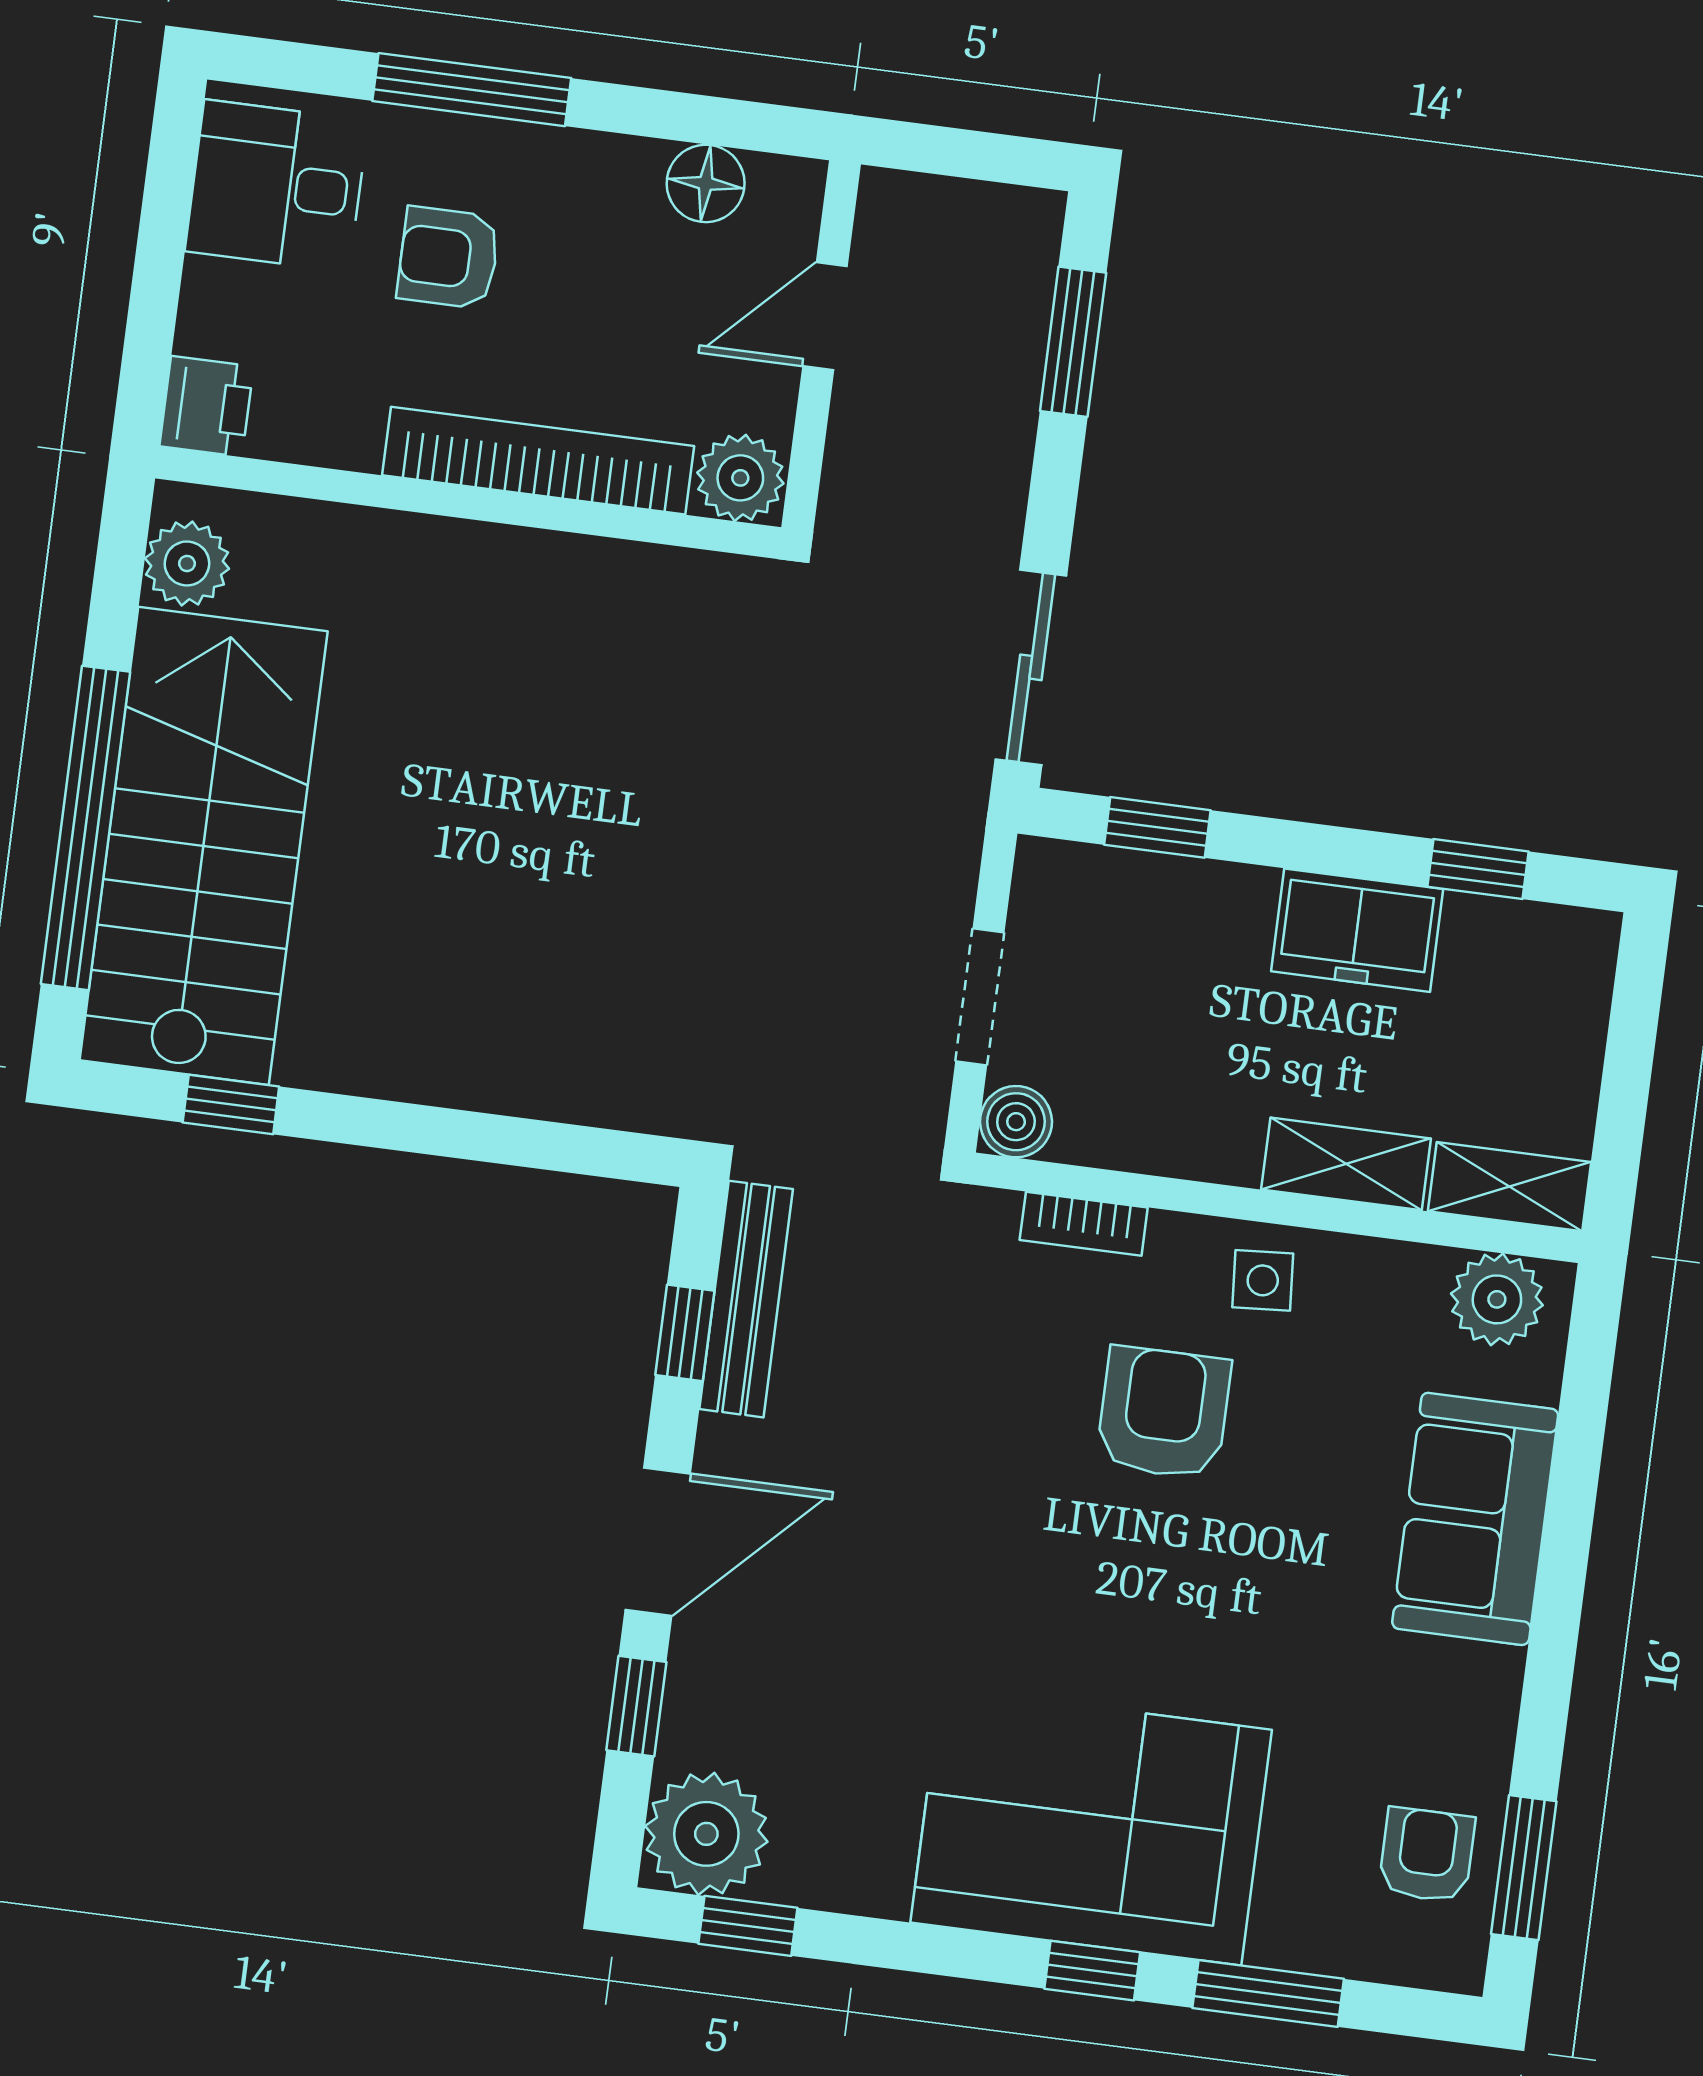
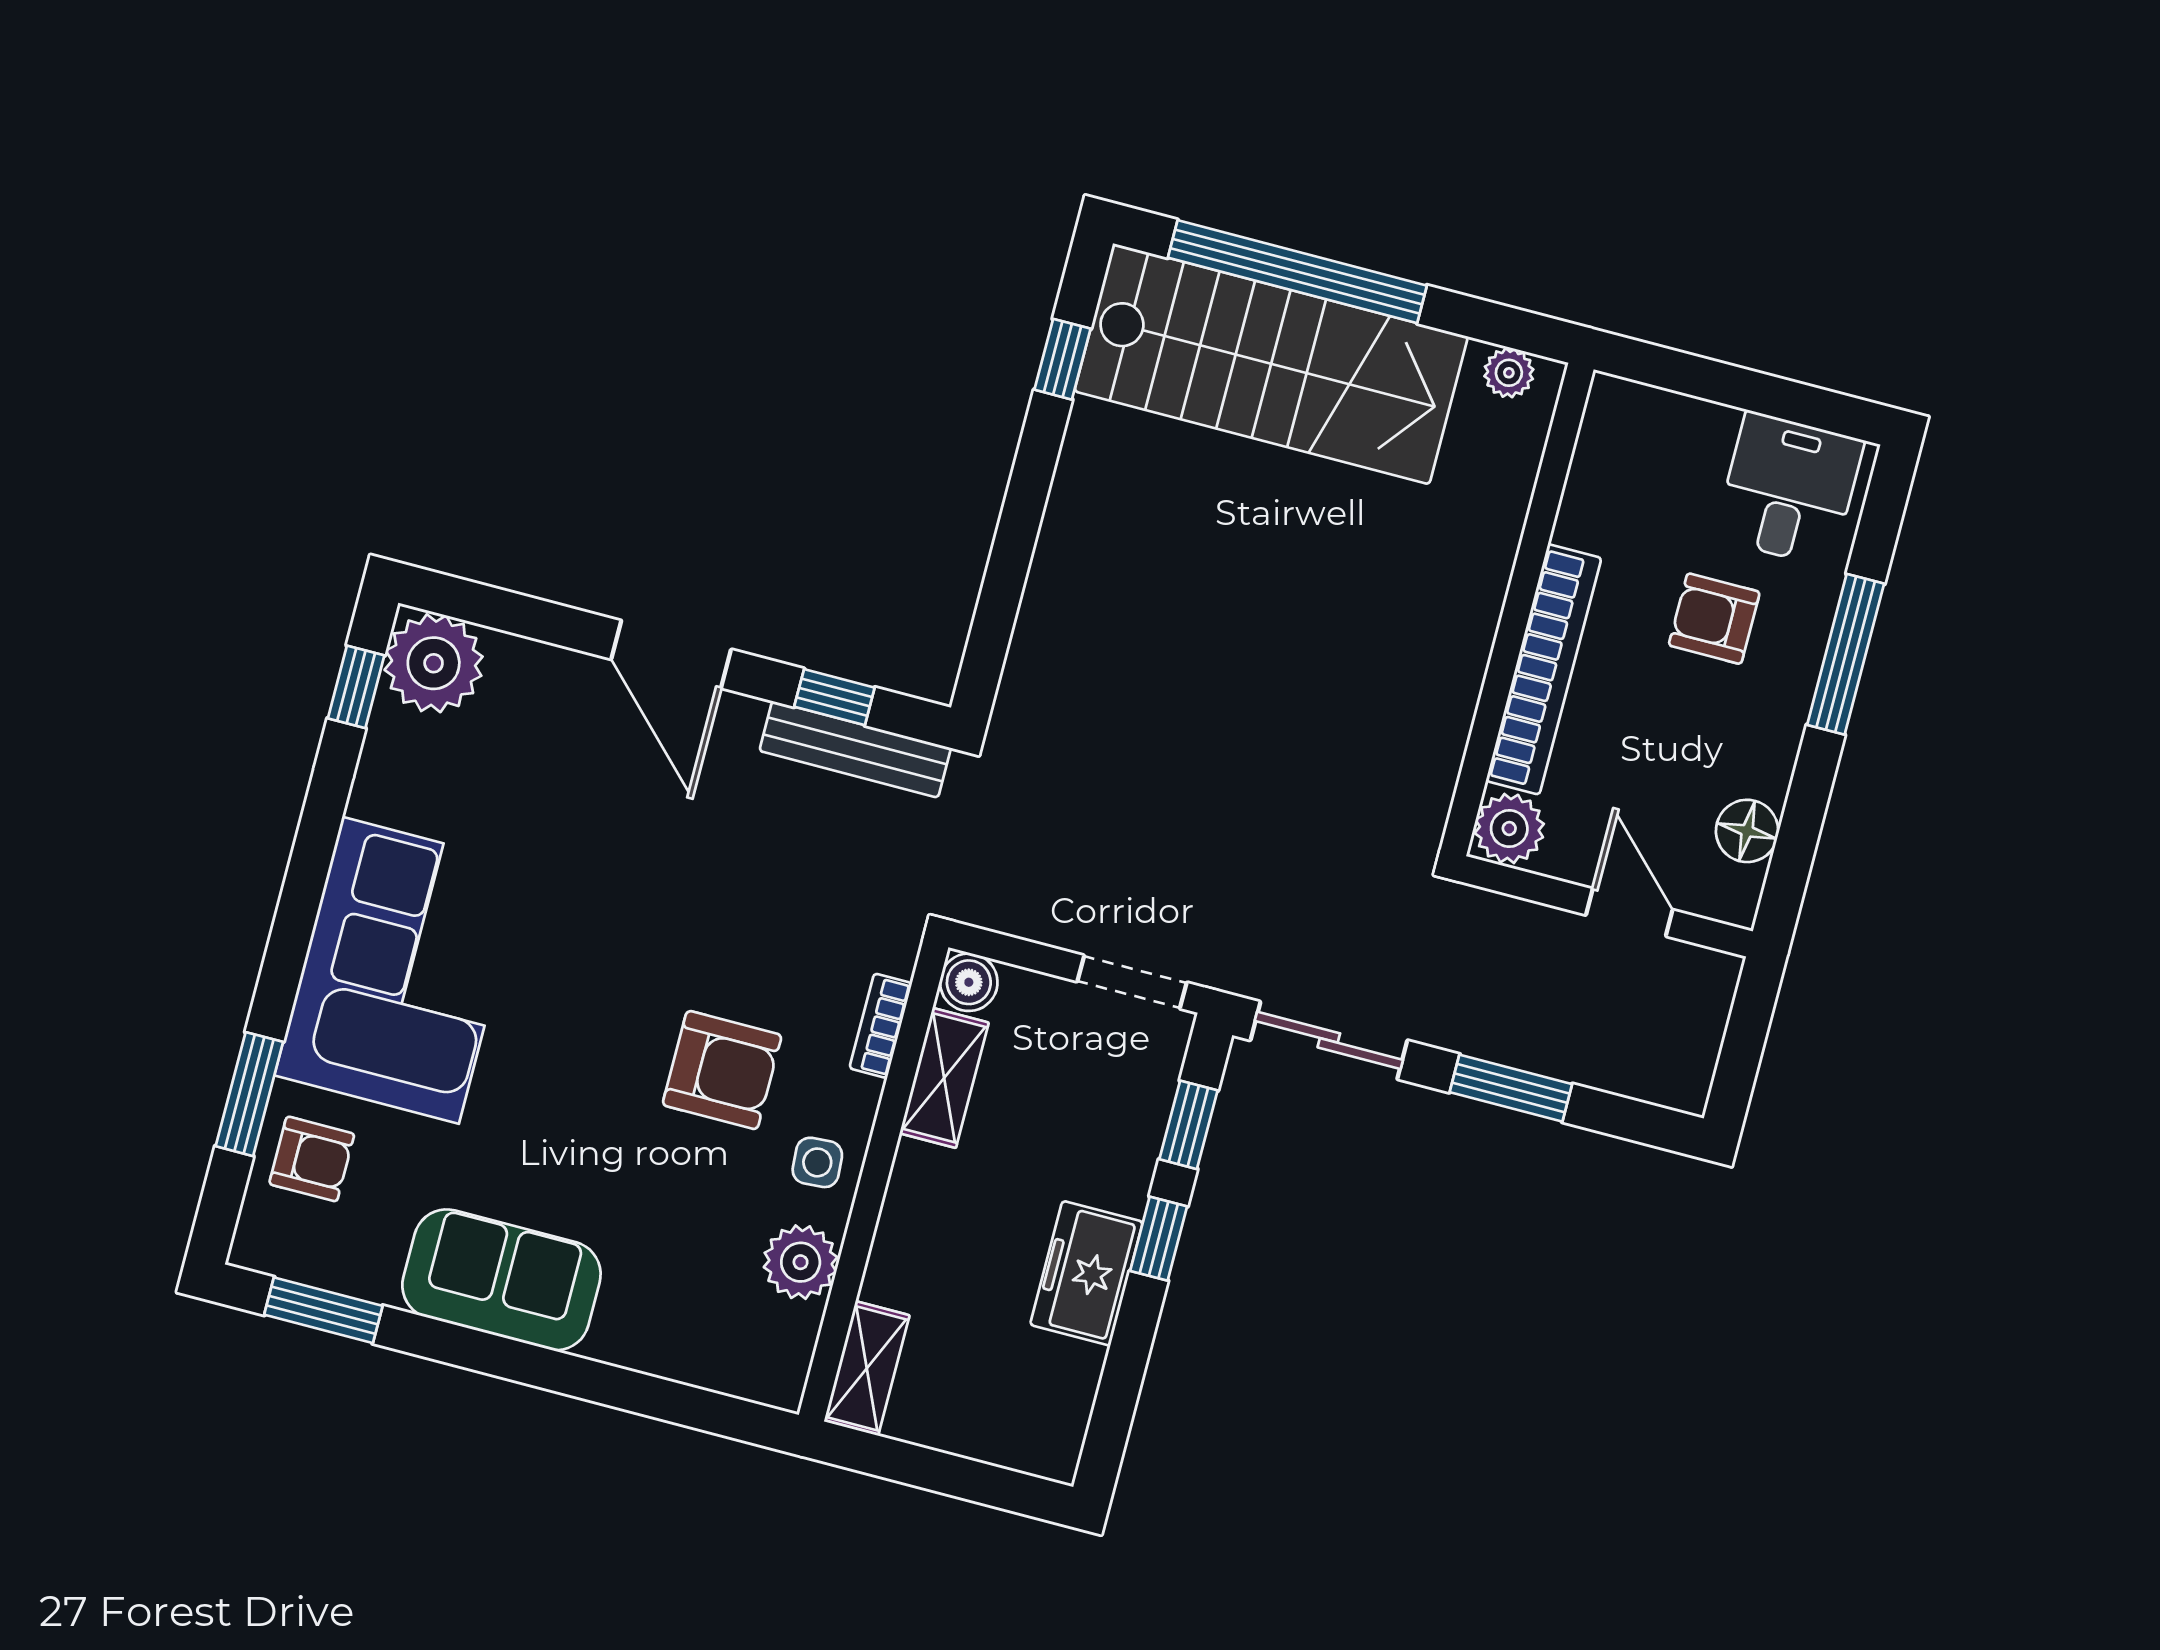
armchair: (448, 258) -> (1714, 619), turned -90
window: (1073, 342) -> (1511, 1088), moved
printer: (206, 406) -> (1621, 411), removed
plant: (187, 563) -> (1509, 373), width x0.73, depth x0.73
window: (1478, 869) -> (1159, 1239), moved
doorway: (980, 997) -> (1132, 982), moved
shelving: (1346, 1164) -> (944, 1078), moved
plant: (1497, 1299) -> (801, 1262), moved
sofa: (1475, 1519) -> (501, 1280), moved
window: (636, 1706) -> (542, 621), removed
armchair: (1427, 1855) -> (312, 1159), moved
window: (1092, 1971) -> (285, 956), removed

